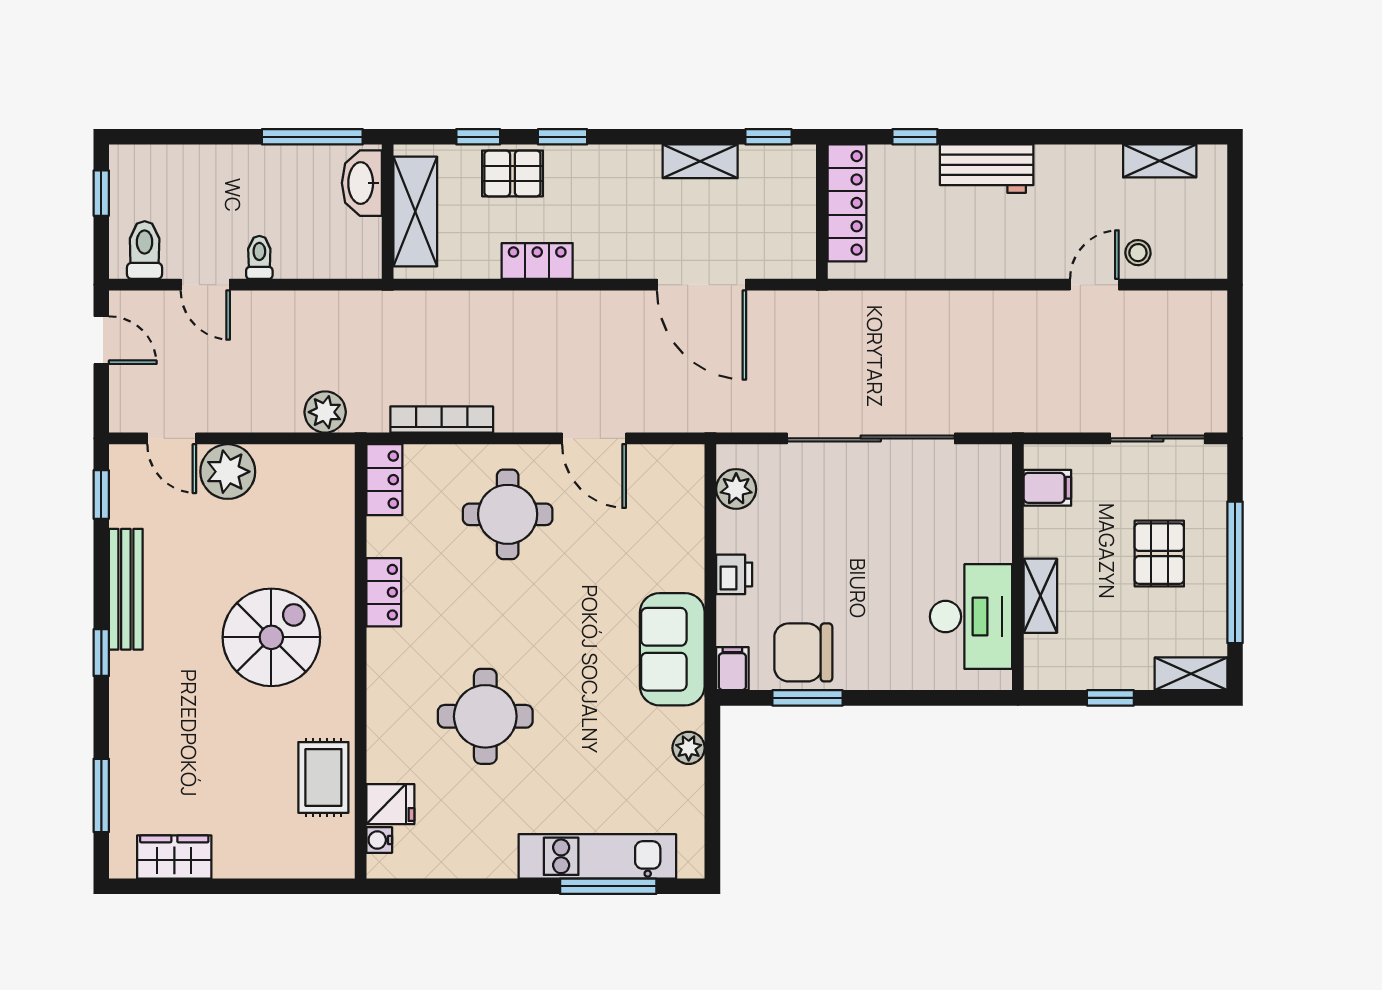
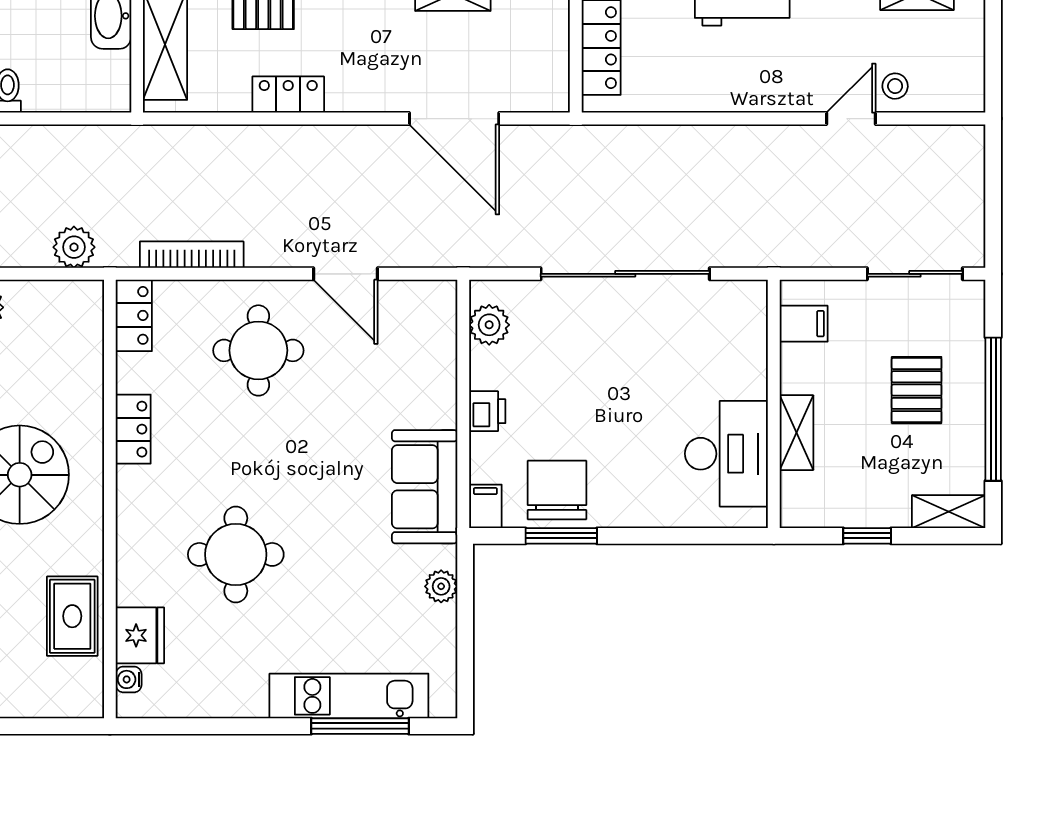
chair: (803, 652) -> (557, 490), turned 90
fridge: (390, 804) -> (140, 635), width x1.38

